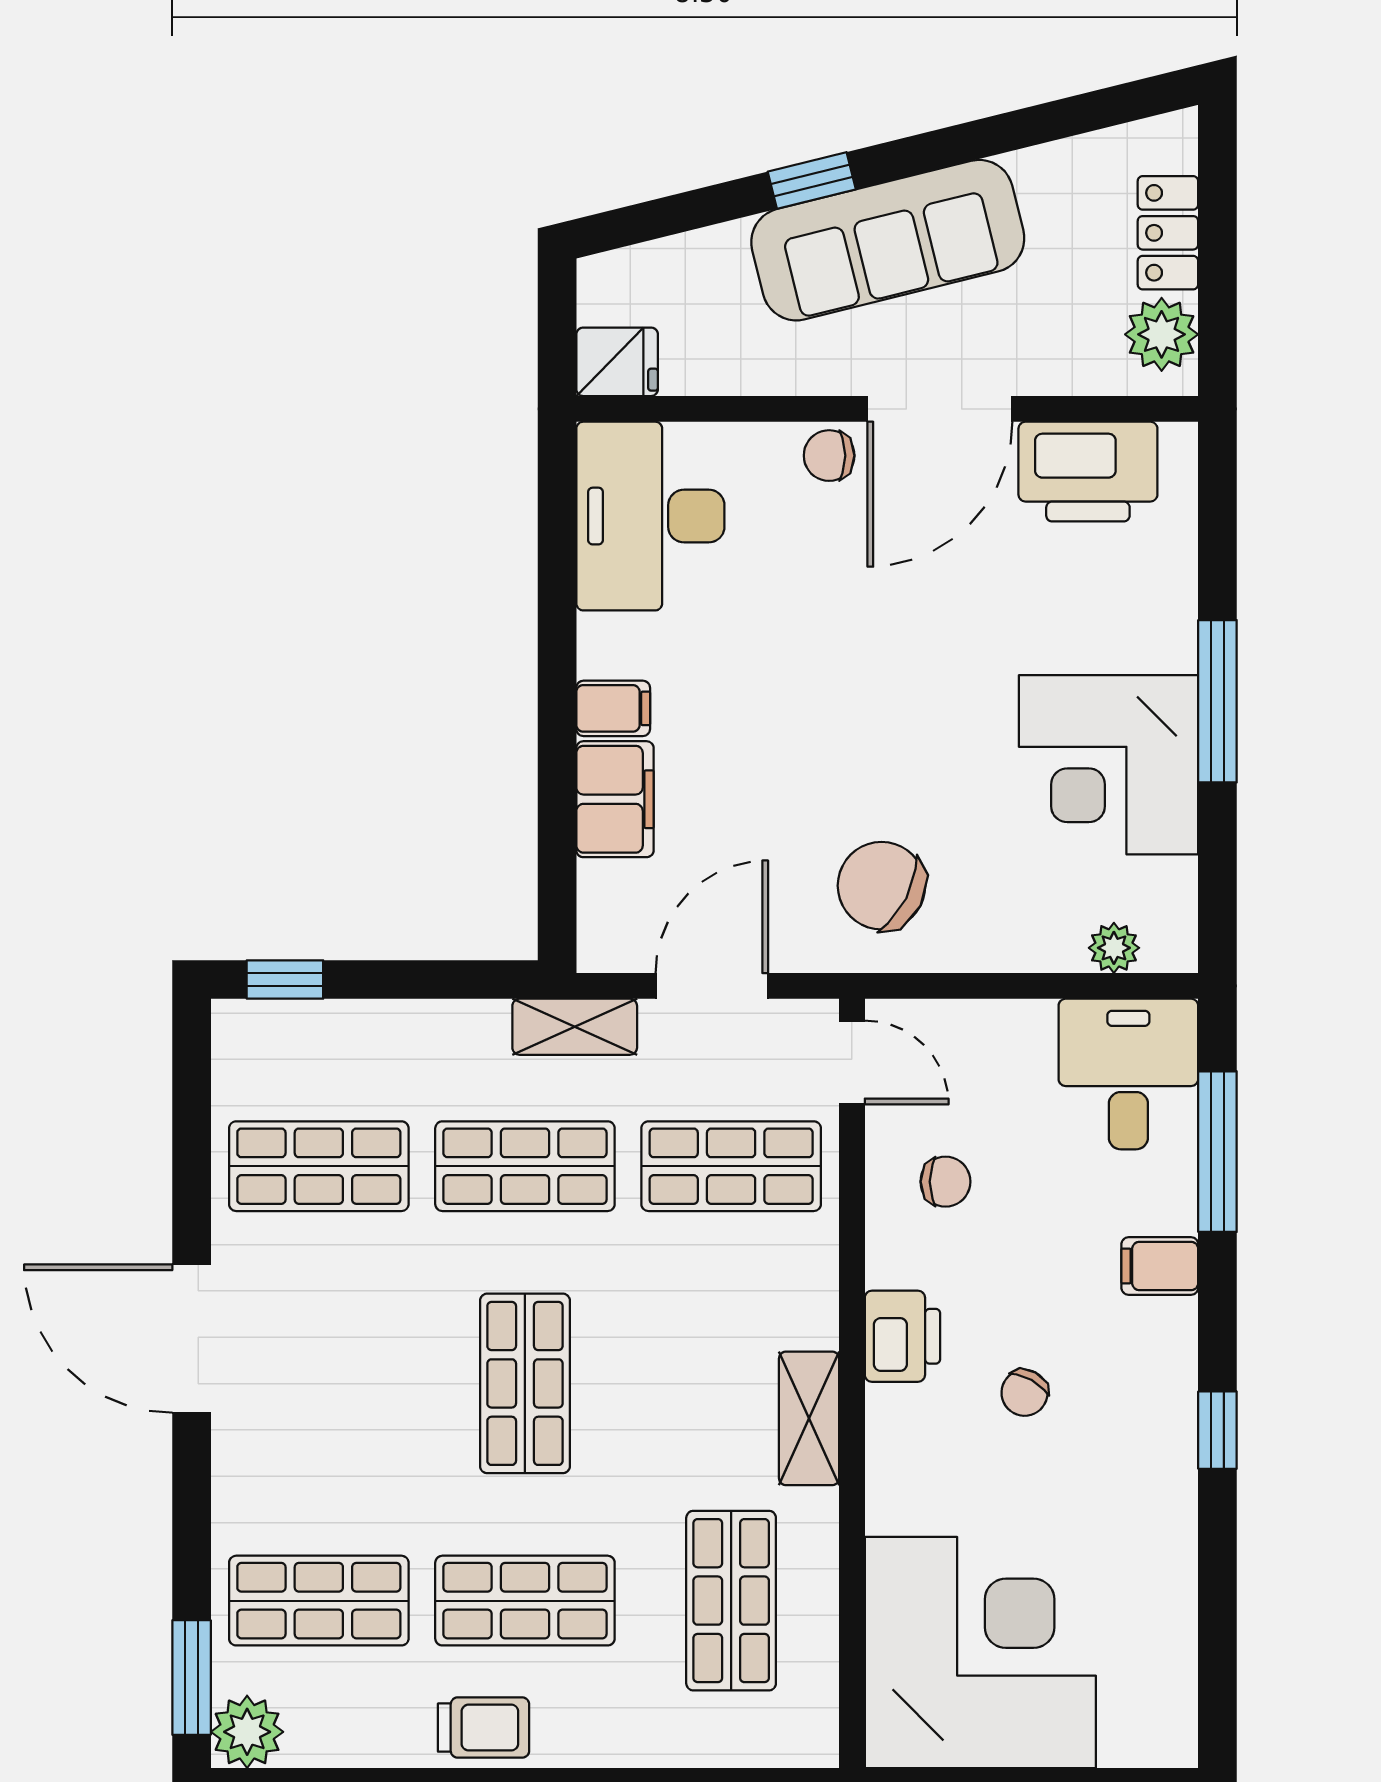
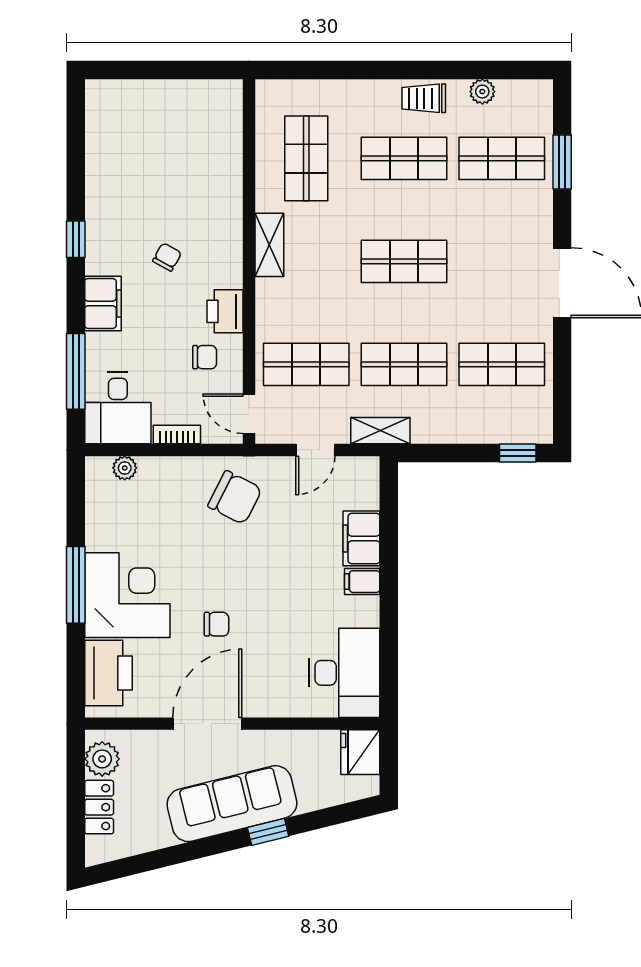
fridge: (617, 362) -> (360, 752), width x1.38
chair: (829, 456) -> (217, 624), moved
printer: (1088, 472) -> (108, 673), moved, turned 90
corner desk: (1109, 765) -> (127, 595), moved
door: (712, 986) -> (315, 450), width x0.73
bookcase: (1004, 1019) -> (177, 434), added
chair: (945, 1182) -> (205, 357), turned 180
filing cabinet: (1160, 1266) -> (103, 303), width x2.00
printer: (902, 1336) -> (225, 311), moved
shop shelf: (525, 1383) -> (404, 261), turned 90
corner desk: (980, 1653) -> (188, 134), removed
window: (192, 1678) -> (562, 162), moved
plant: (247, 1732) -> (482, 92), moved, width x0.73, depth x0.73

